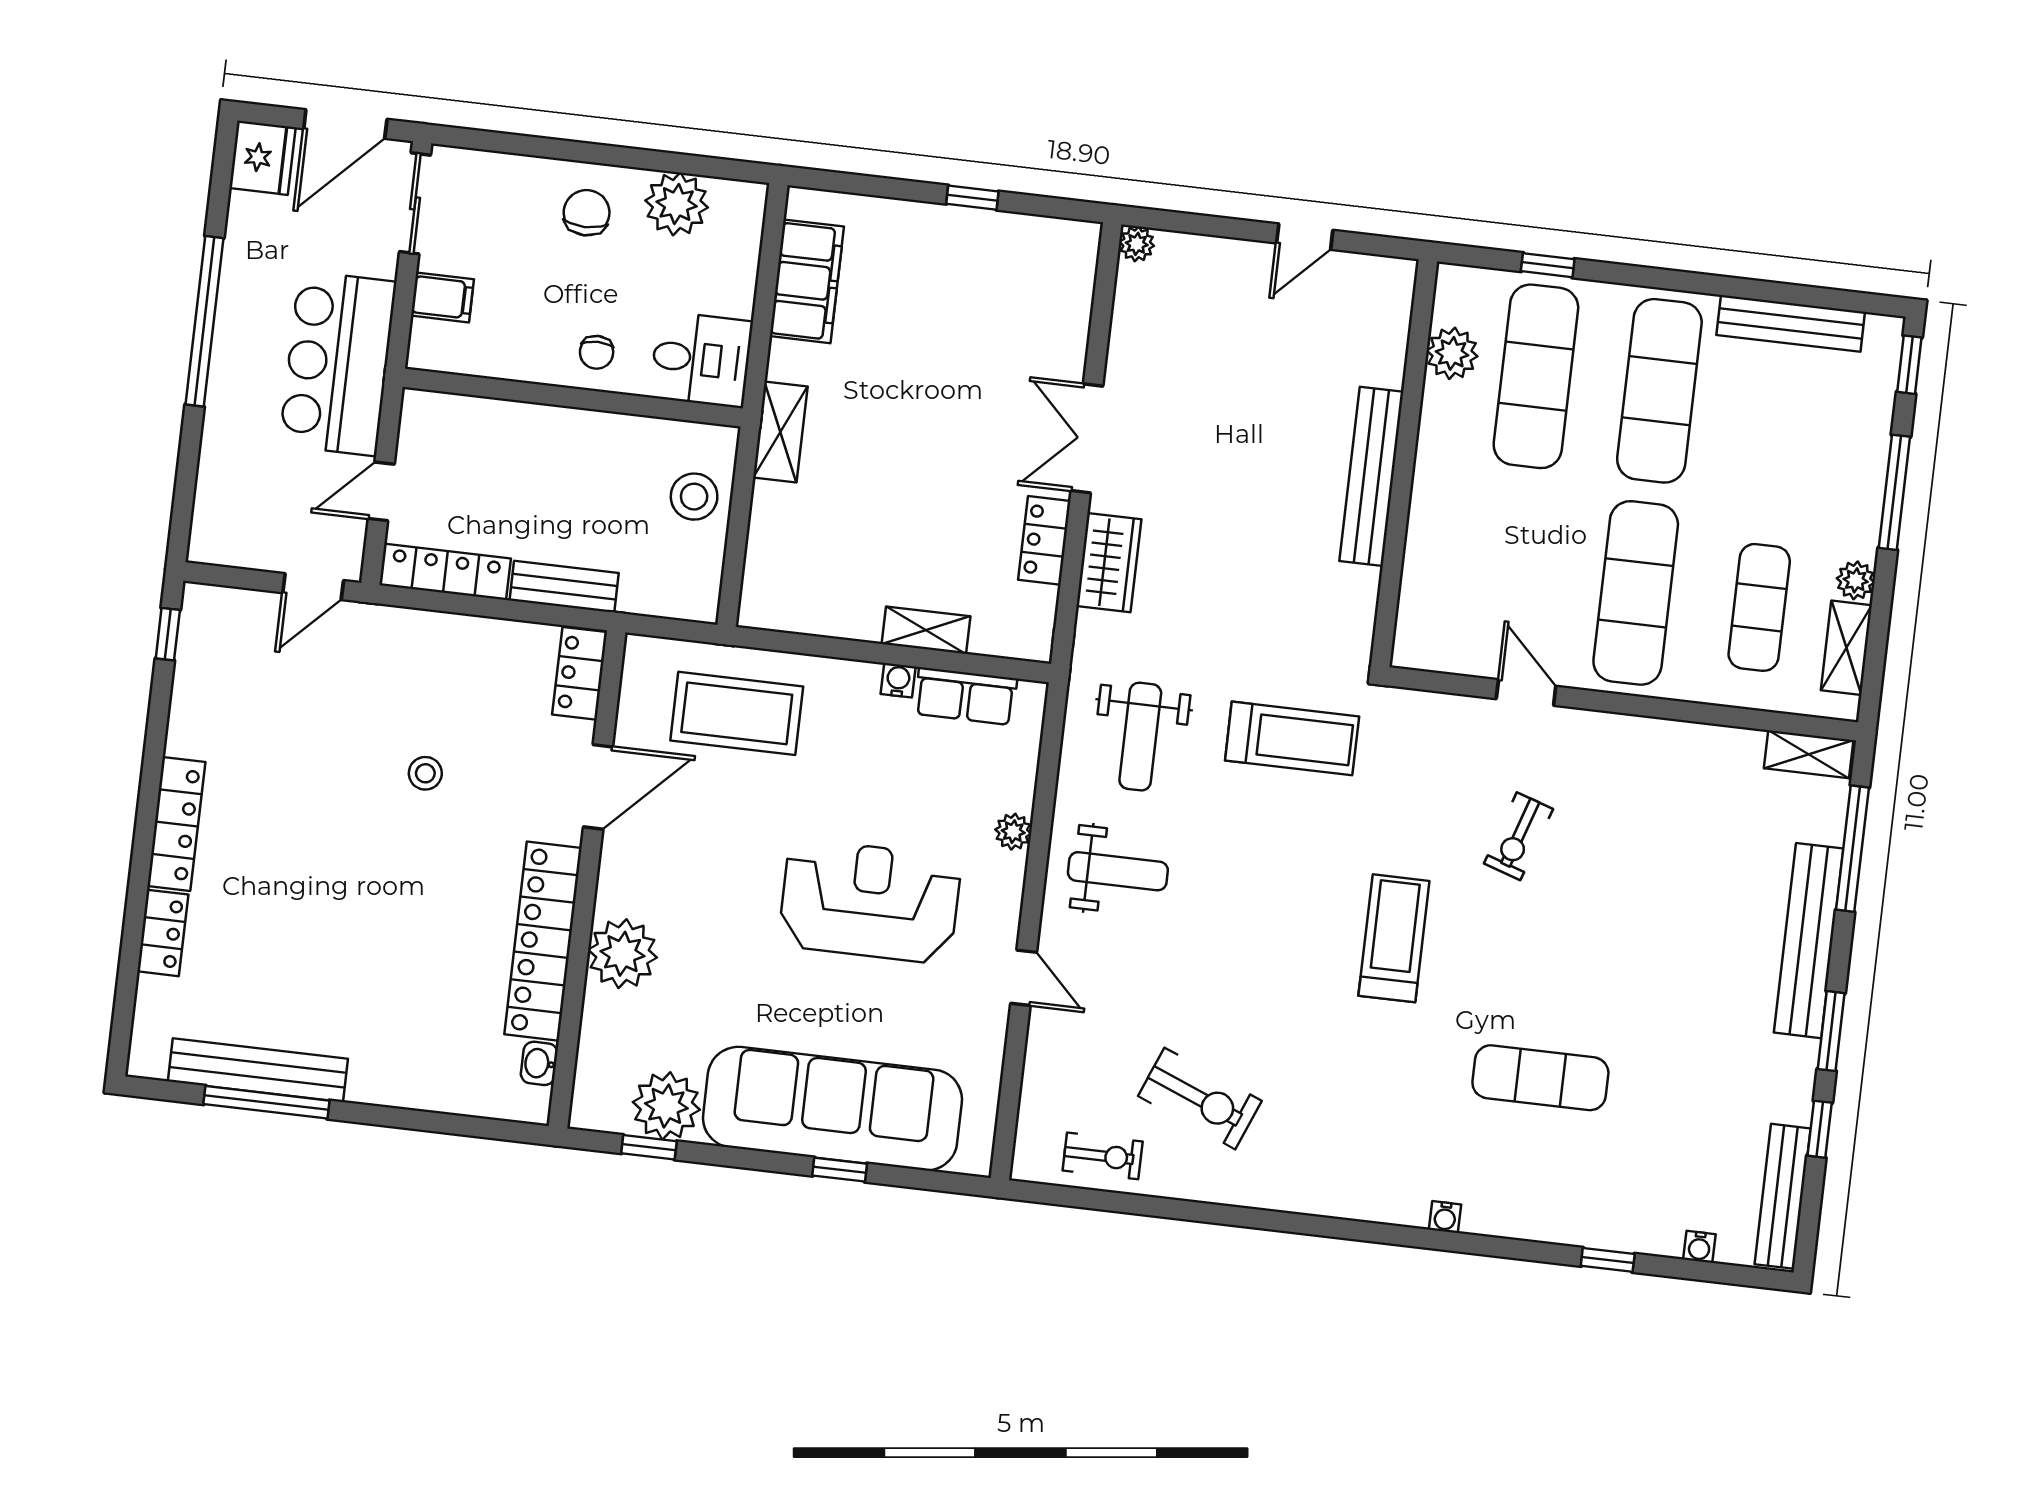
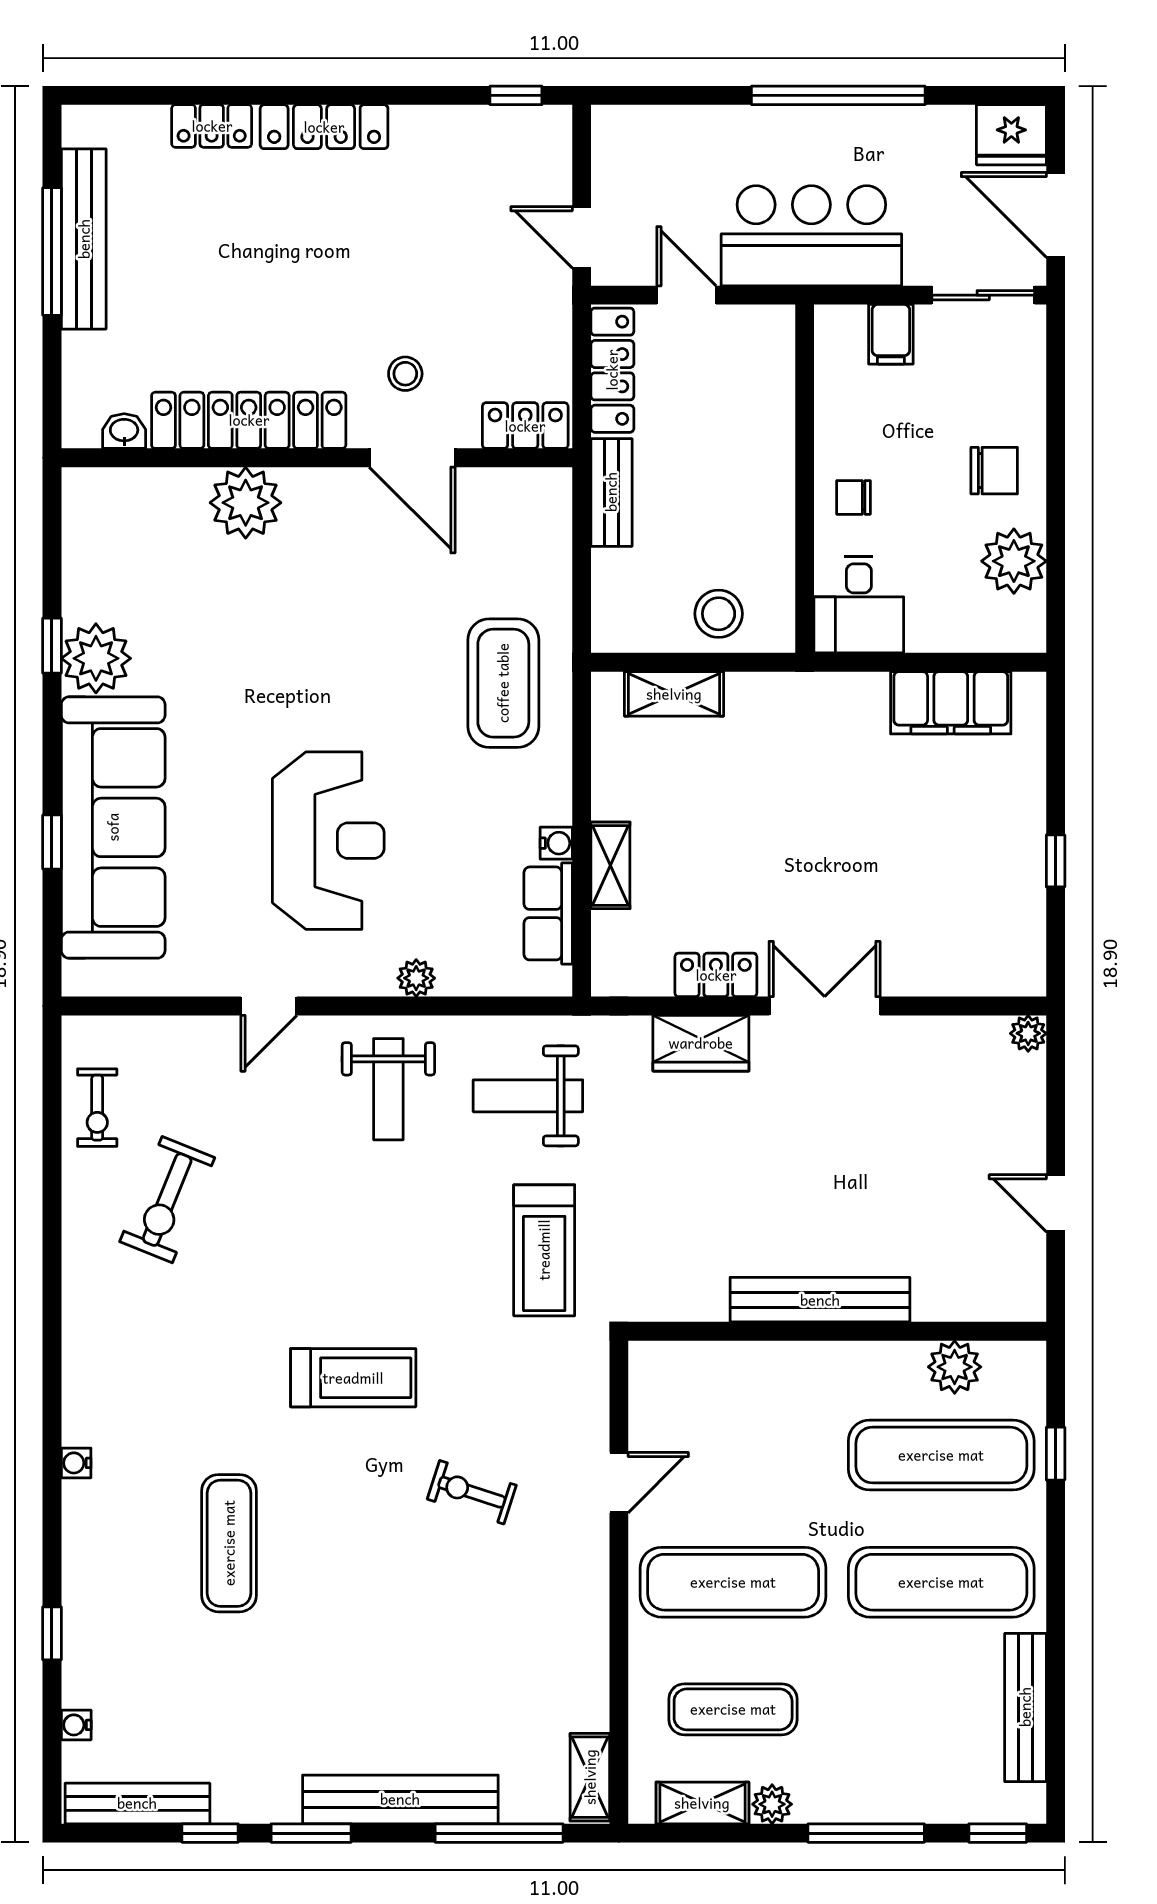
shelving: (780, 432) -> (674, 694), moved
locker: (580, 673) -> (525, 426), moved
door: (598, 787) -> (412, 458), moved
wall: (587, 879) -> (317, 458), moved
locker: (543, 941) -> (249, 420), moved
plant: (622, 954) -> (246, 503), moved
washbasin: (539, 1063) -> (124, 431), moved

